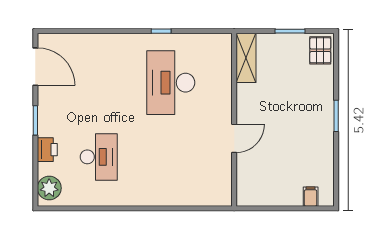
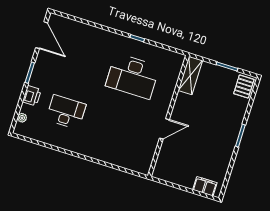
desk: (171, 83) -> (133, 76), turned -90
desk: (99, 157) -> (66, 112), turned -90
plant: (49, 188) -> (22, 118), width x0.53, depth x0.53
filing cabinet: (311, 197) -> (205, 186), width x2.00

